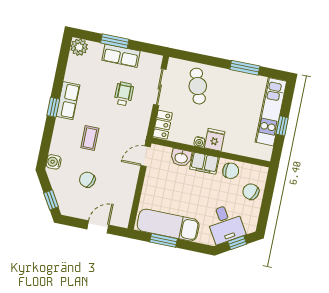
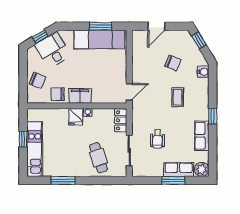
row of seats: (121, 56) -> (179, 170), moved
row of seats: (68, 101) -> (202, 136), moved
washbasin: (181, 158) -> (100, 97), removed

